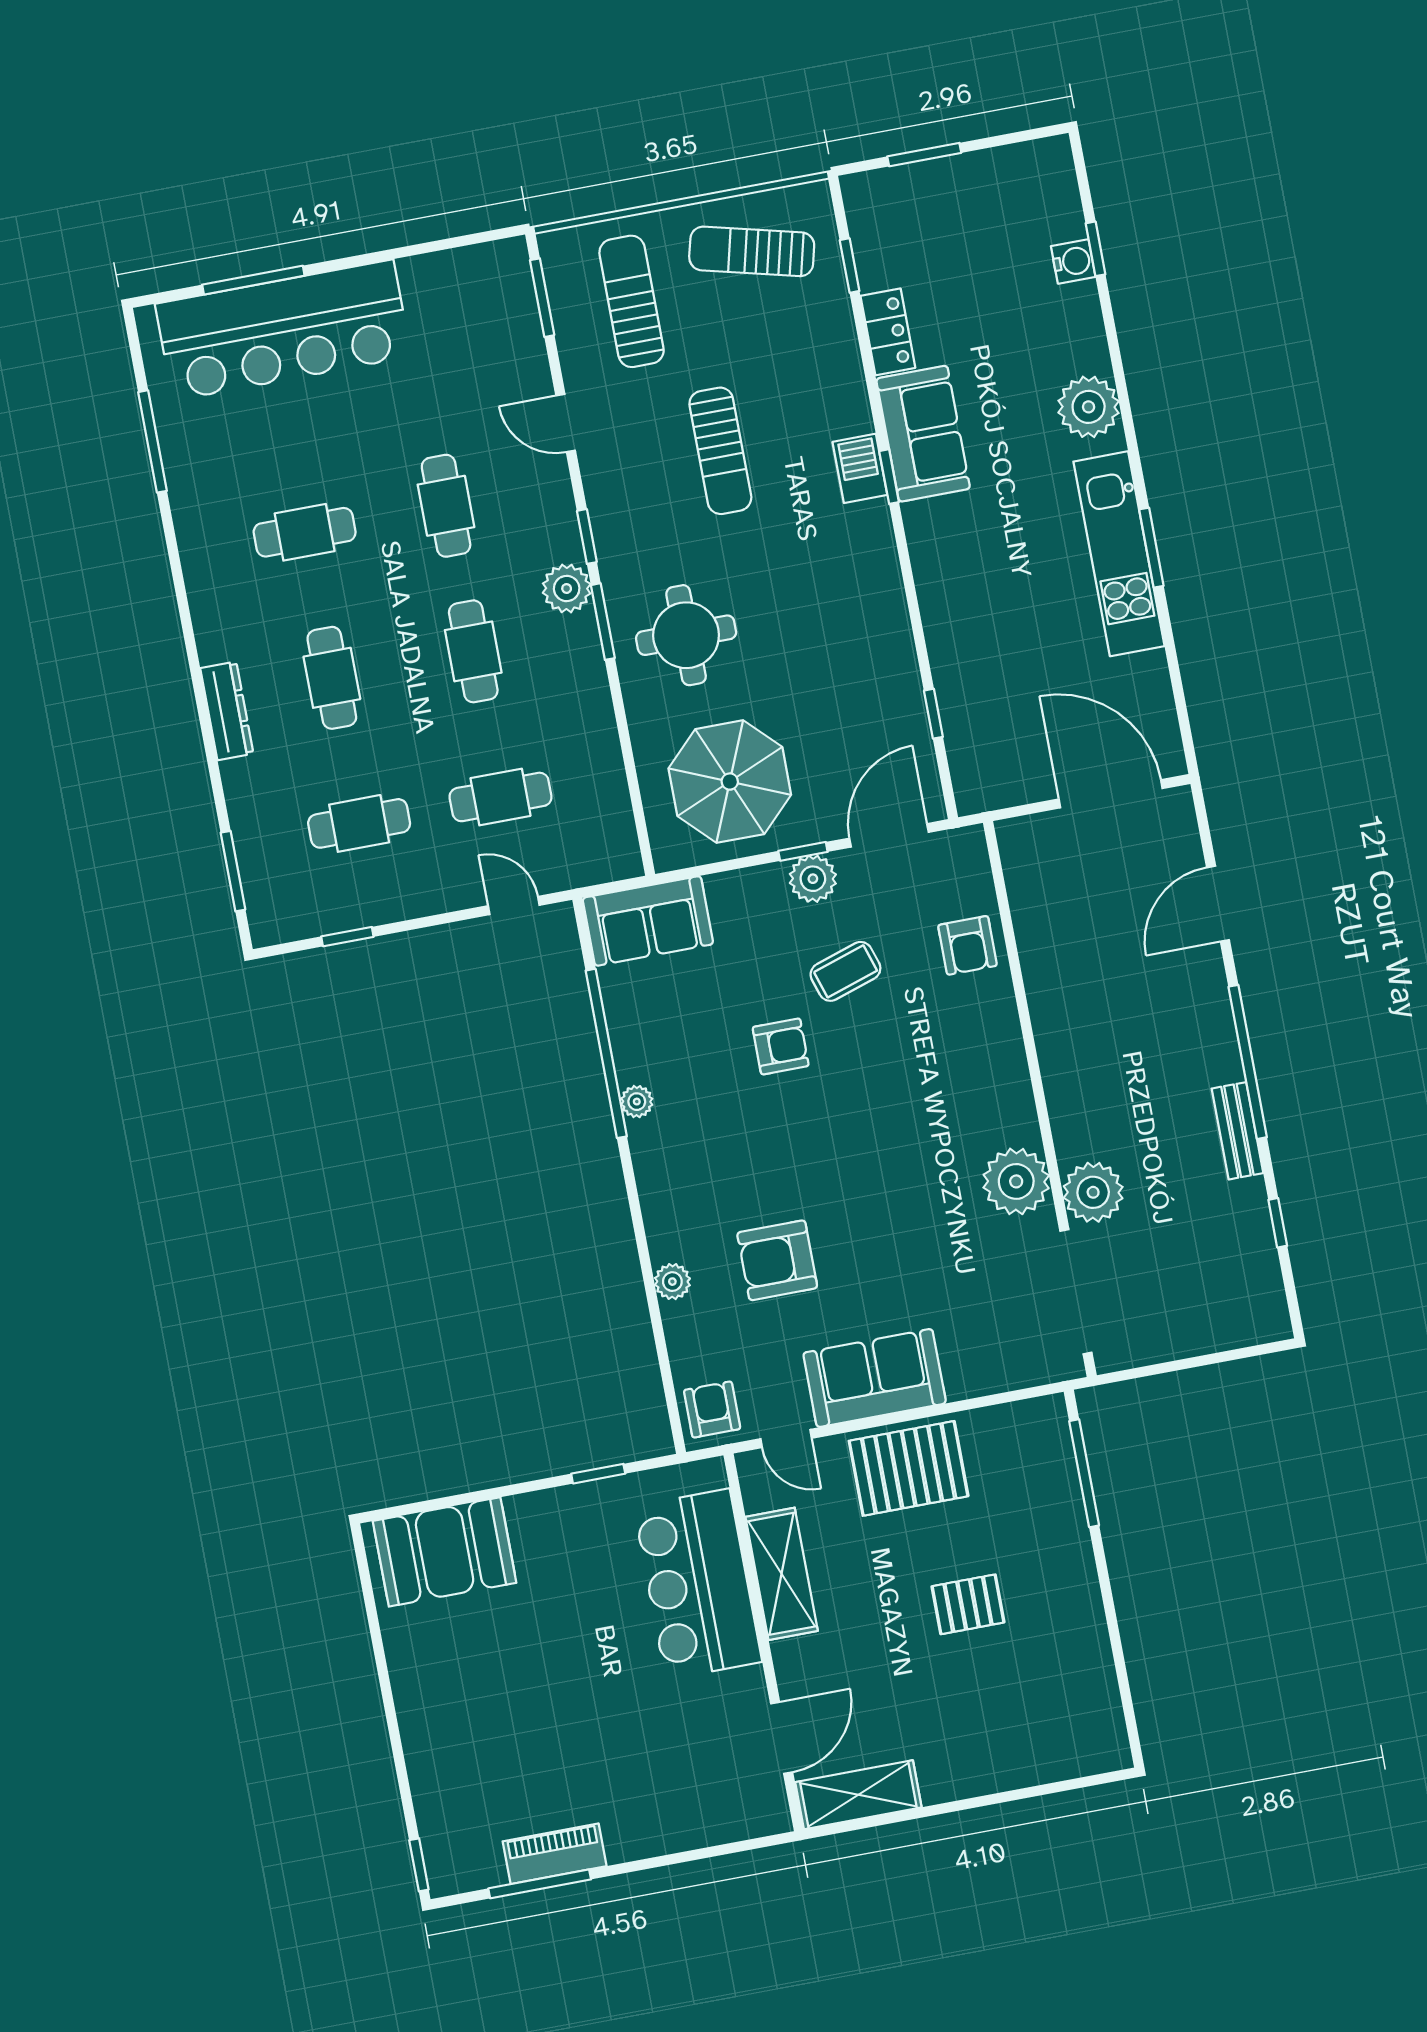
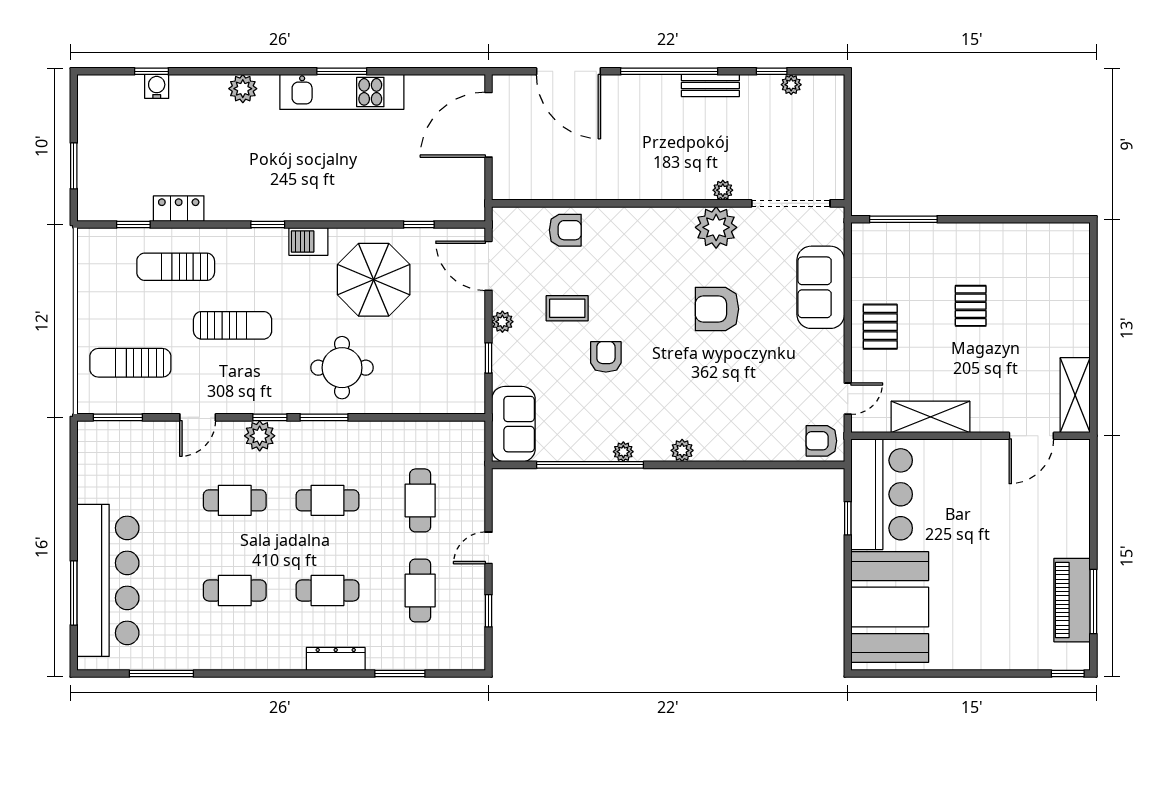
sun lounger: (752, 251) -> (176, 267), moved, turned 76
plant: (1089, 407) -> (243, 89), width x0.73, depth x0.73
sofa: (923, 434) -> (245, 199), removed
barbecue: (860, 468) -> (308, 242), moved
cafe table: (305, 532) -> (235, 590), turned 90
plant: (567, 588) -> (260, 436), moved
parasol: (730, 782) -> (374, 280), moved
window: (803, 851) -> (488, 358), moved
window: (233, 871) -> (400, 674), moved
plant: (813, 879) -> (502, 322), width x0.73, depth x0.73
door: (1218, 904) -> (568, 71), width x1.36
door: (514, 906) -> (488, 548), moved
coffee table: (845, 971) -> (567, 308), turned -72
plant: (1093, 1192) -> (723, 190), width x0.53, depth x0.53
plant: (1263, 1257) -> (791, 85), added
armchair: (777, 1260) -> (717, 309), moved, turned 90
plant: (672, 1282) -> (682, 450), moved
sofa: (875, 1378) -> (821, 287), moved
pallet: (909, 1468) -> (880, 327), width x0.67, depth x0.71
booth: (445, 1552) -> (890, 607), width x1.36, depth x1.42
bar counter: (698, 1584) -> (882, 494), moved, turned -90
door: (782, 1738) -> (1031, 436), swing flipped
piano: (555, 1854) -> (1072, 600), width x1.37, depth x1.33

